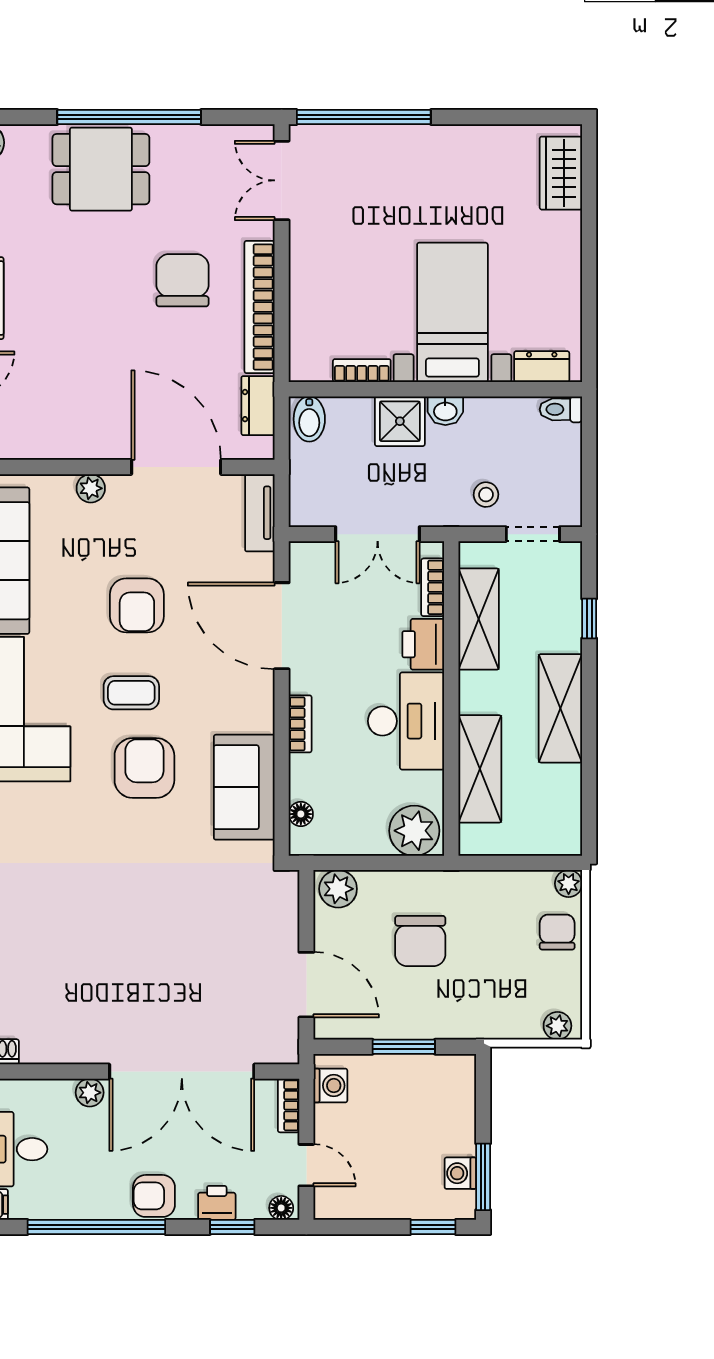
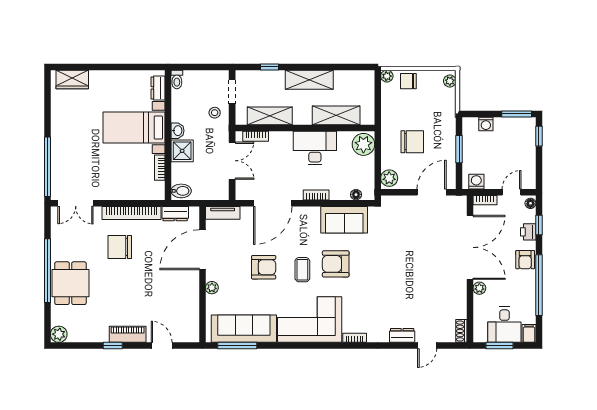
printer: (423, 644) -> (281, 140), removed
washing machine: (460, 1173) -> (486, 124), moved

